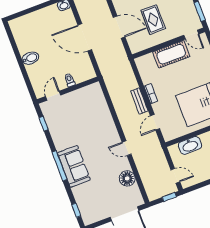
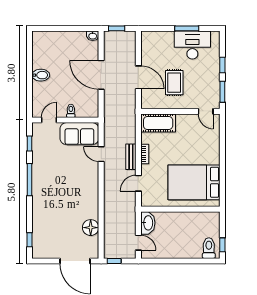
cot: (171, 54) -> (158, 123), moved
washbasin: (190, 145) -> (148, 223), moved, turned -90
door: (127, 148) -> (101, 154), moved
window: (60, 166) -> (29, 180), moved
sofa: (74, 166) -> (79, 134), moved, turned 90
window: (169, 197) -> (114, 261), moved

